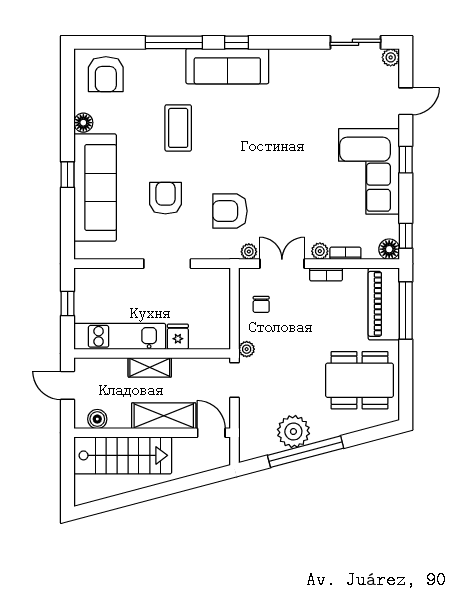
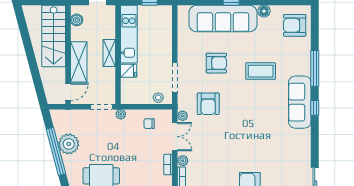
armchair: (230, 211) -> (208, 104), turned 180
doorway: (167, 264) -> (175, 78), moved
stool: (220, 290) -> (158, 98), added

